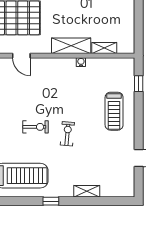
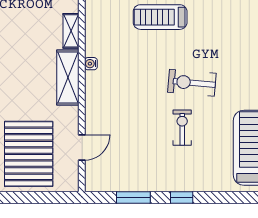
treadmill: (114, 111) -> (160, 17), turned 180
exercise bike: (67, 134) -> (192, 83), width x1.38, depth x1.39

